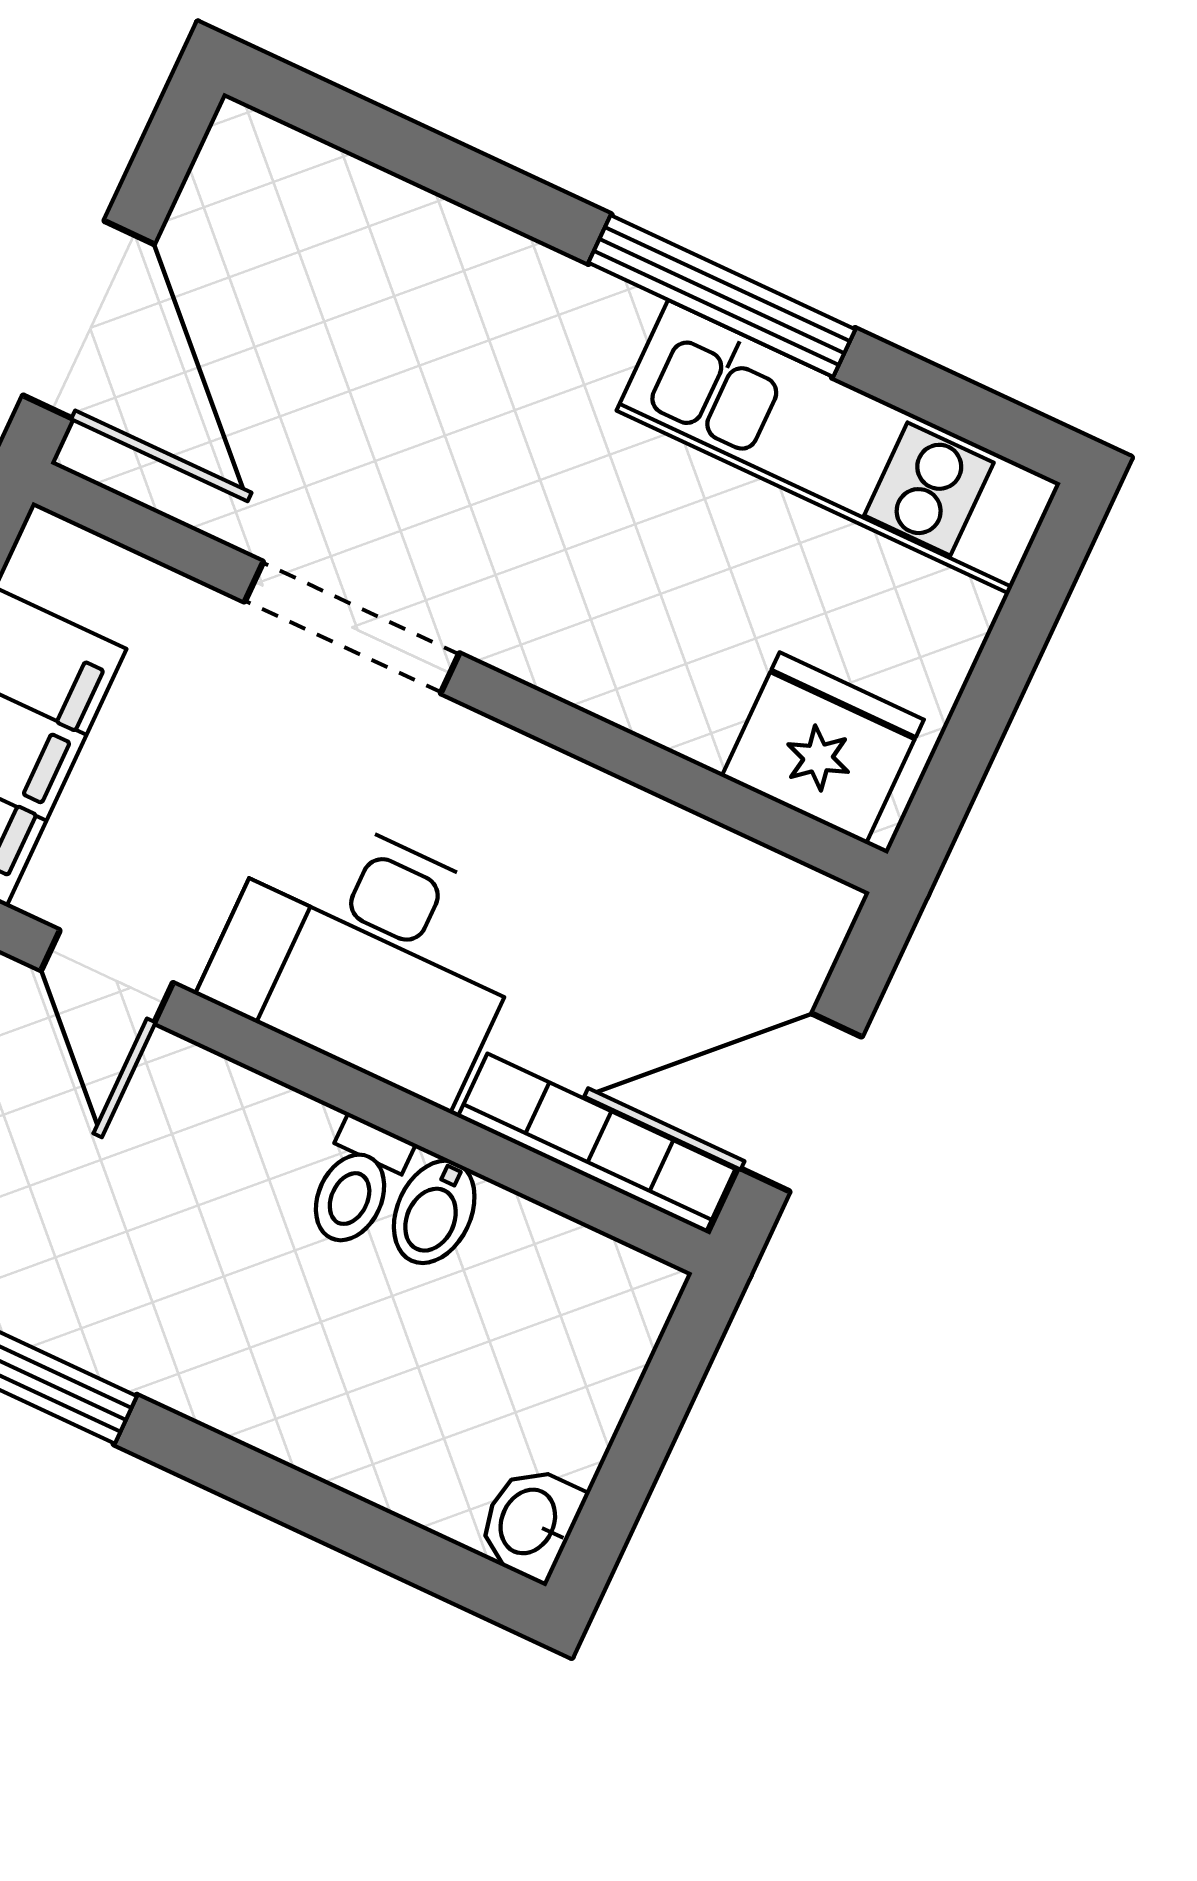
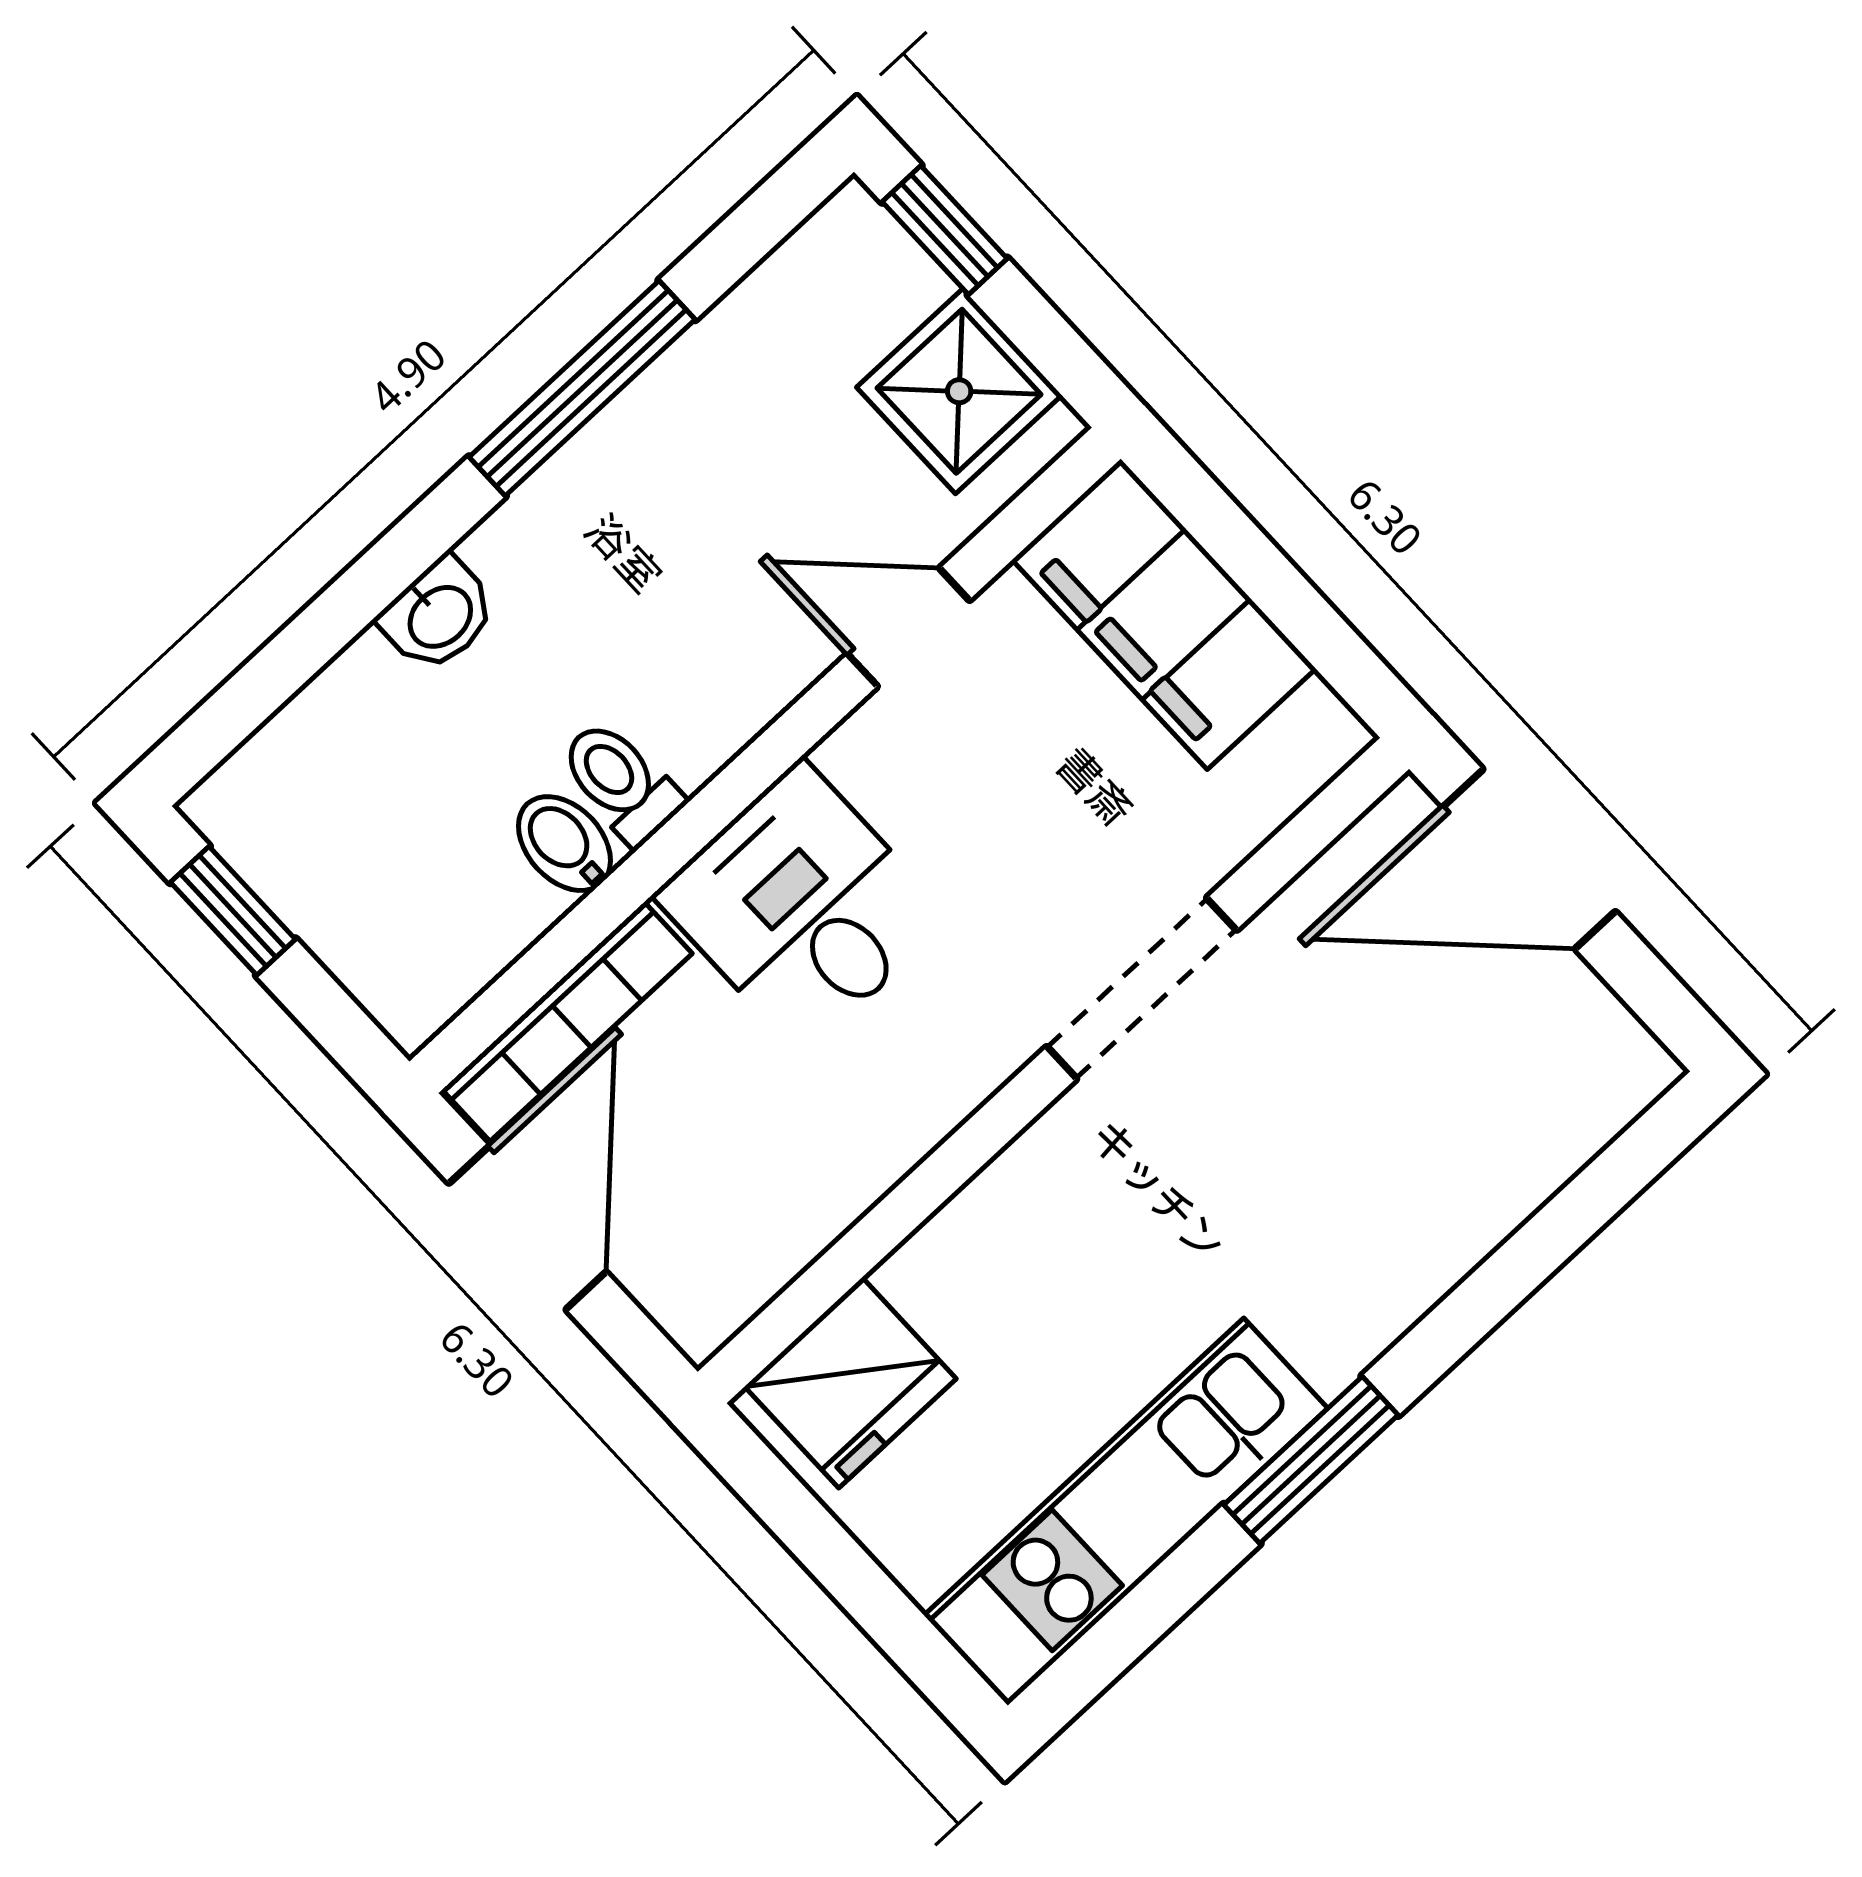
window: (722, 296) -> (1311, 1460), width x0.69
desk: (369, 954) -> (802, 907), width x0.73
window: (620, 1491) -> (233, 911), added
washbasin: (530, 1522) -> (439, 615), moved, turned 90

